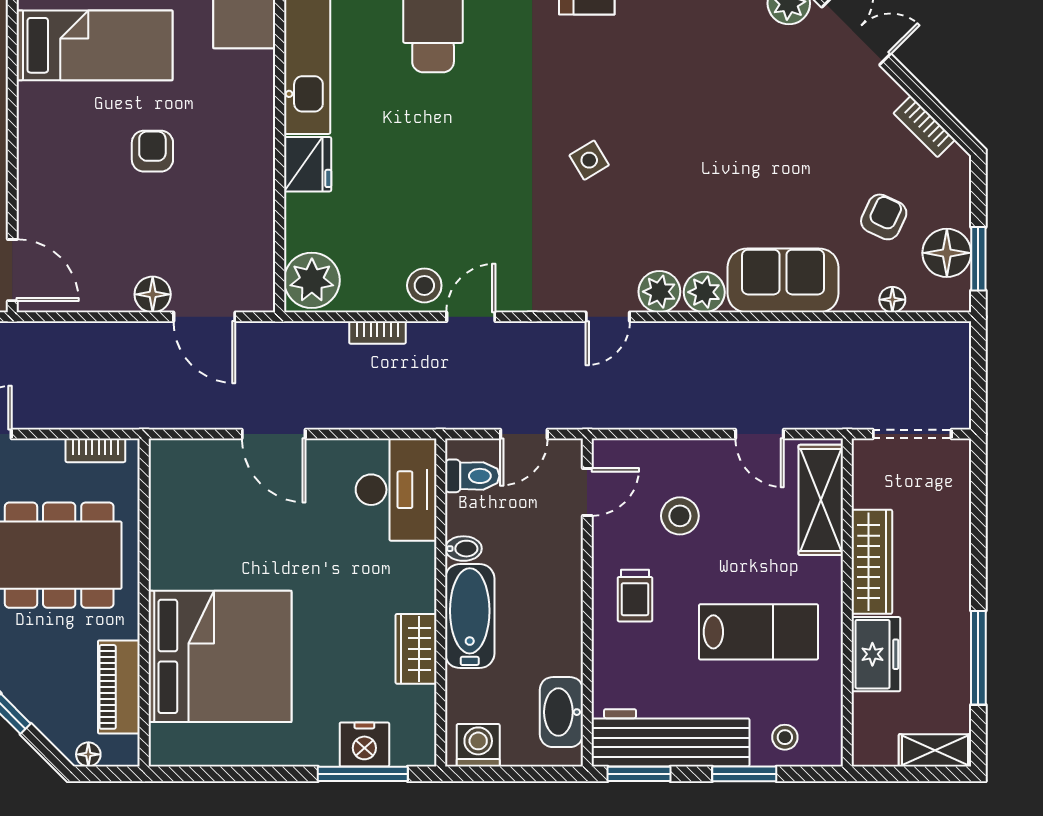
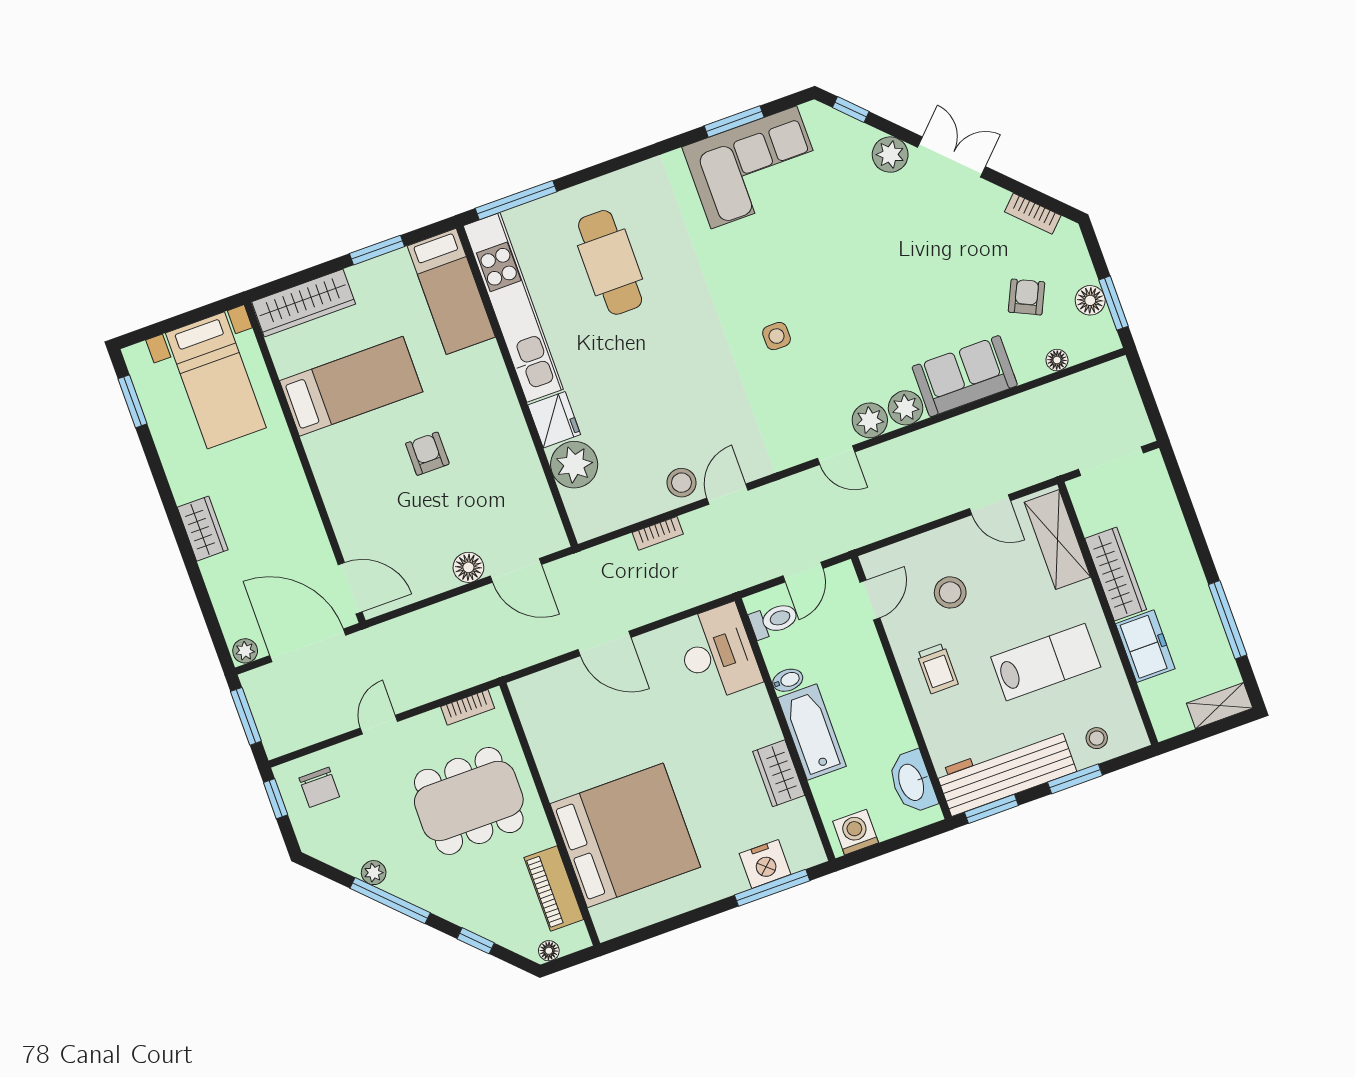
side table: (589, 160) -> (777, 336), turned 31
floor lamp: (947, 253) -> (1090, 300), width x0.73, depth x0.73
plant: (312, 280) -> (574, 465), moved
door: (608, 317) -> (836, 455), hinge flipped

